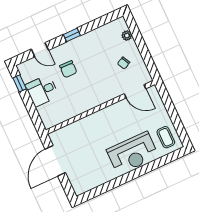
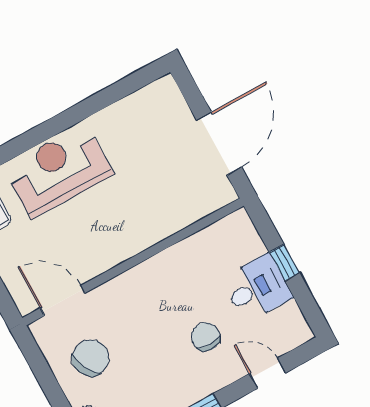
chair: (124, 63) -> (91, 358), width x1.87, depth x1.87
window: (20, 83) -> (284, 262), moved

